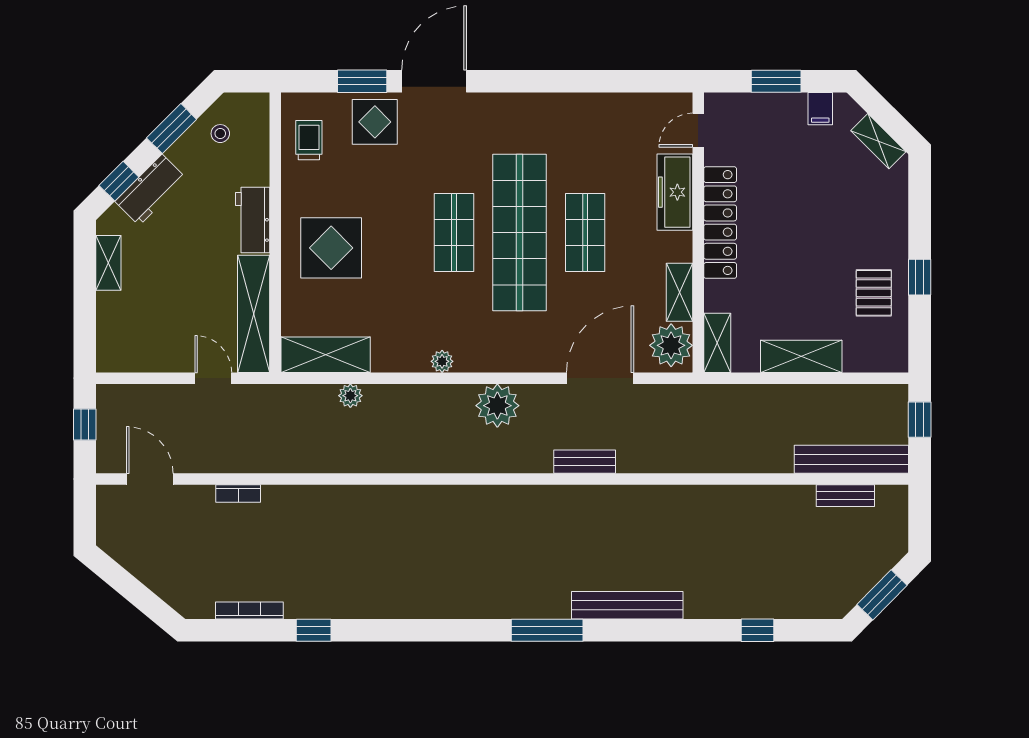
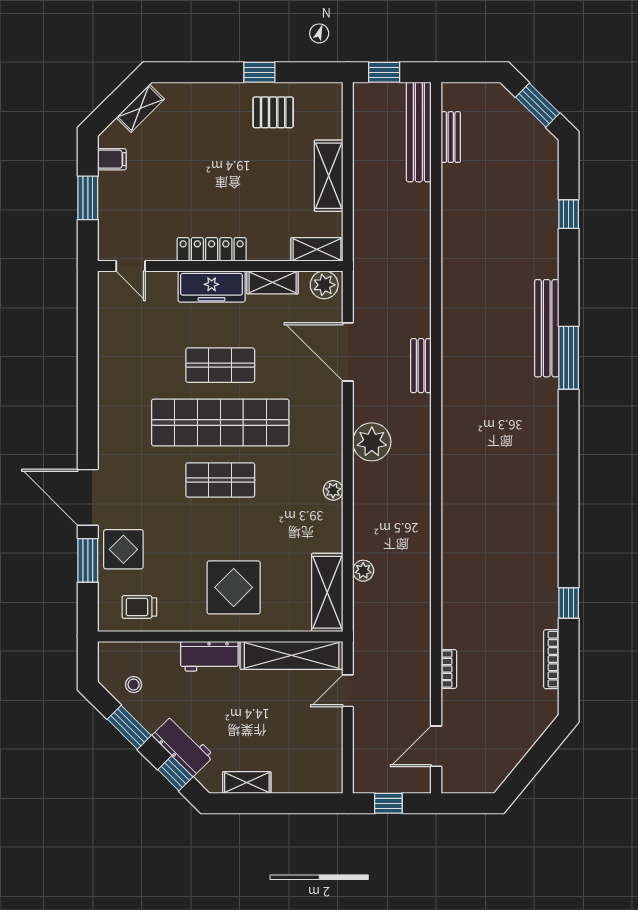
freezer: (675, 192) -> (212, 286), moved
locker: (720, 223) -> (212, 249), width x0.71, depth x0.83
plant: (671, 345) -> (324, 285), width x0.73, depth x0.73
window: (547, 630) -> (569, 358), moved

